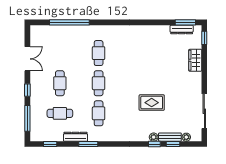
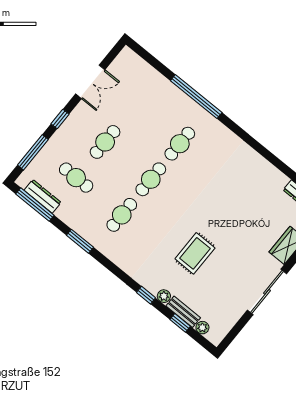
window: (69, 22) -> (196, 97), moved
rug: (152, 103) -> (195, 253), turned 90
sliding door: (204, 111) -> (267, 292), moved
dresser: (75, 137) -> (43, 196), moved
window: (50, 144) -> (35, 205), width x2.17
window: (154, 144) -> (146, 295), moved

